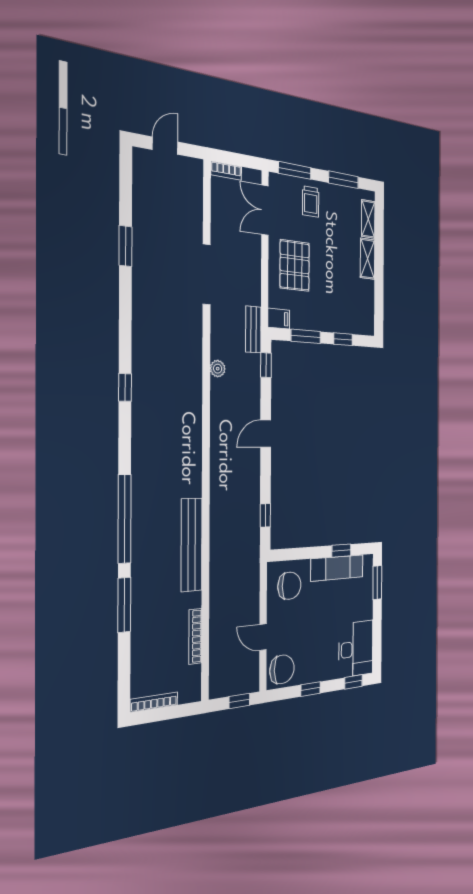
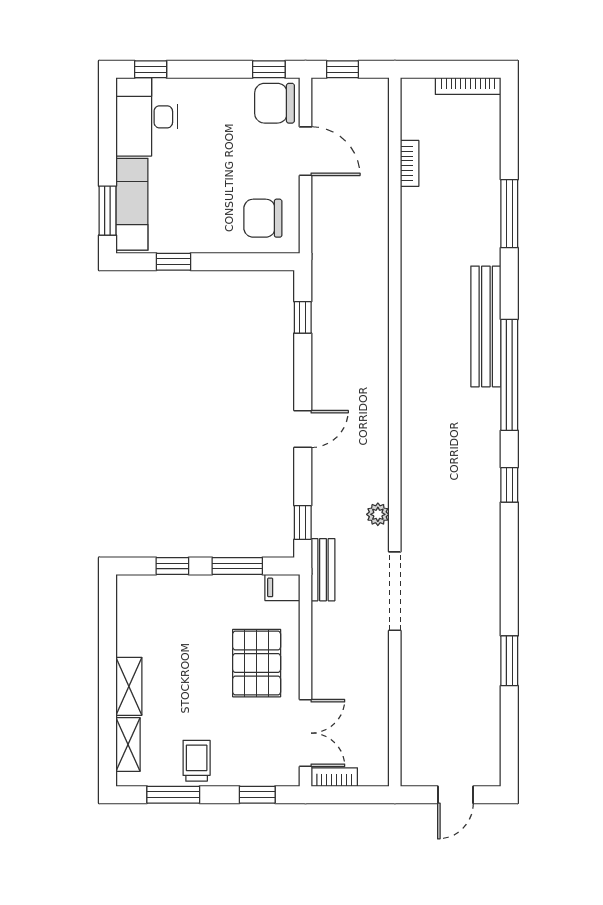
window: (295, 170) -> (257, 795), width x0.67
bookcase: (226, 171) -> (334, 777), moved
trolley: (311, 201) -> (197, 761), moved
doorway: (207, 274) -> (395, 591), moved
window: (125, 519) -> (509, 375), moved
bench: (192, 545) -> (486, 326), moved
exam couch: (337, 568) -> (132, 204), moved, turned 90
bookcase: (195, 636) -> (410, 163), width x0.64
door: (263, 637) -> (306, 151), width x1.38
window: (311, 689) -> (269, 69), moved

